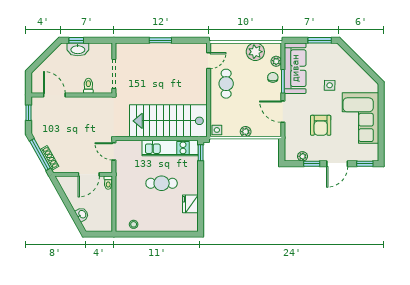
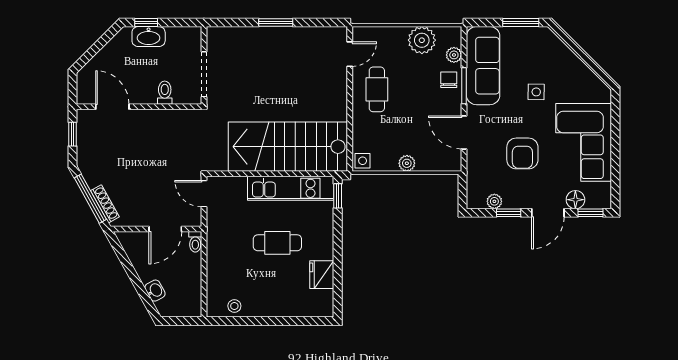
floor lamp: (355, 155) -> (575, 200), added

